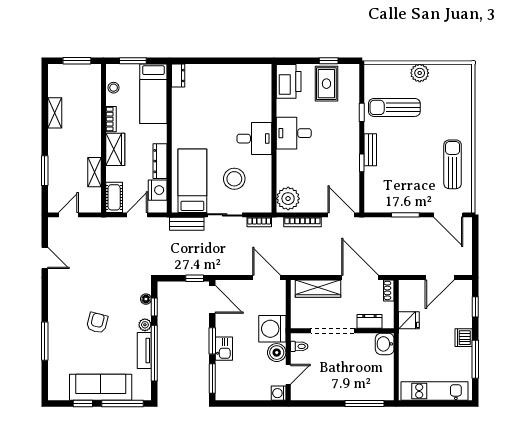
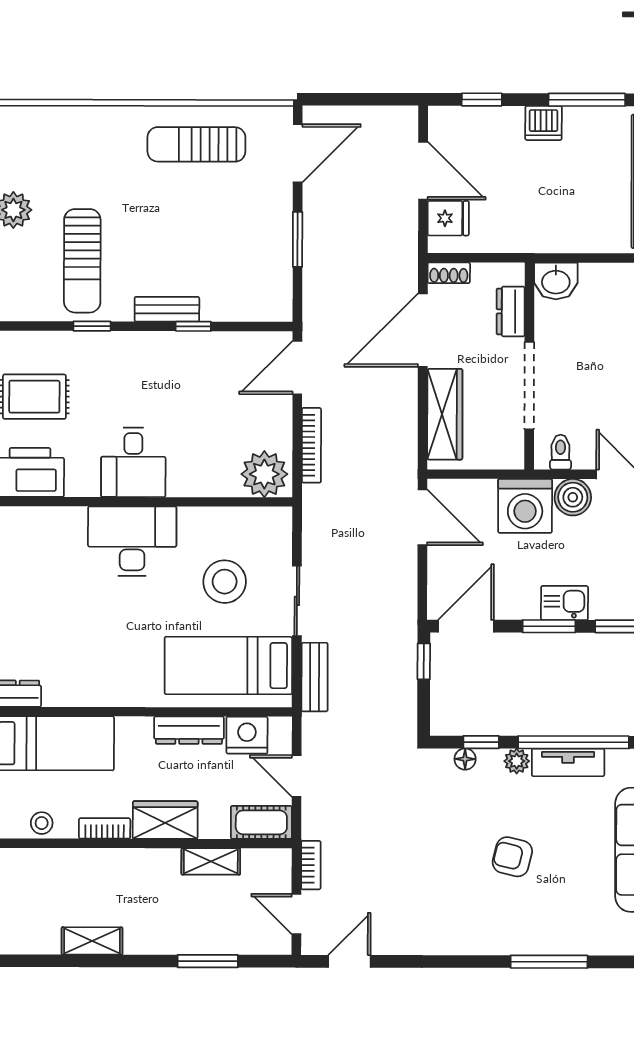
desk: (254, 139) -> (132, 541), width x1.37
bookcase: (259, 222) -> (311, 865), moved
door: (45, 258) -> (349, 961), moved
door: (267, 278) -> (422, 517), swing flipped
fridge: (409, 320) -> (448, 218), moved, turned 90

